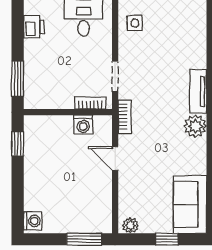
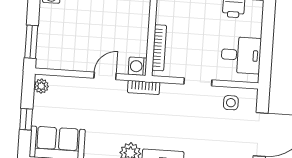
doorway: (115, 76) -> (198, 82), moved
bookcase: (90, 103) -> (159, 48), width x1.56
washing machine: (83, 125) -> (138, 66), moved

